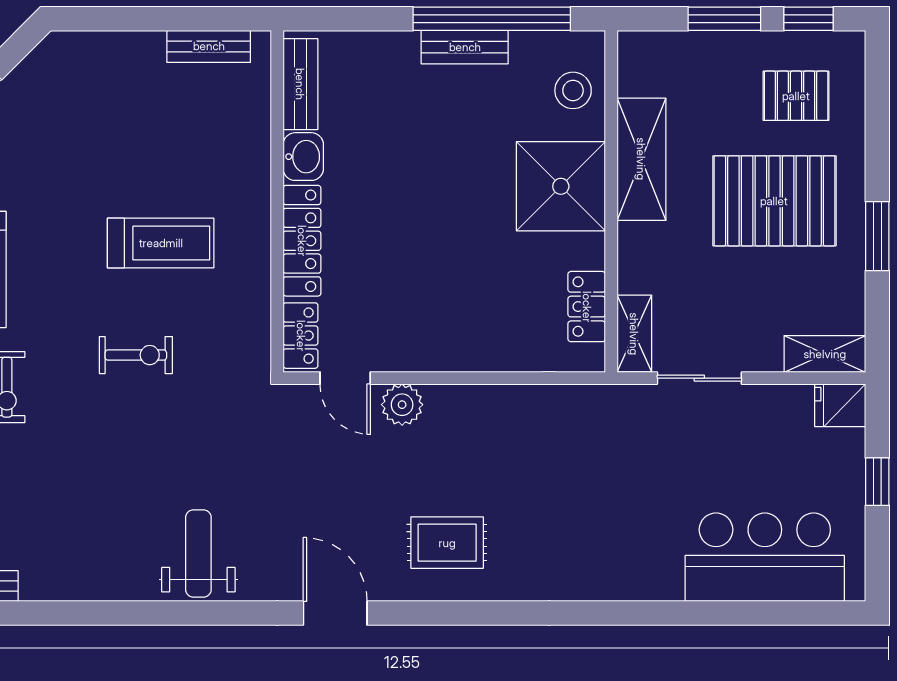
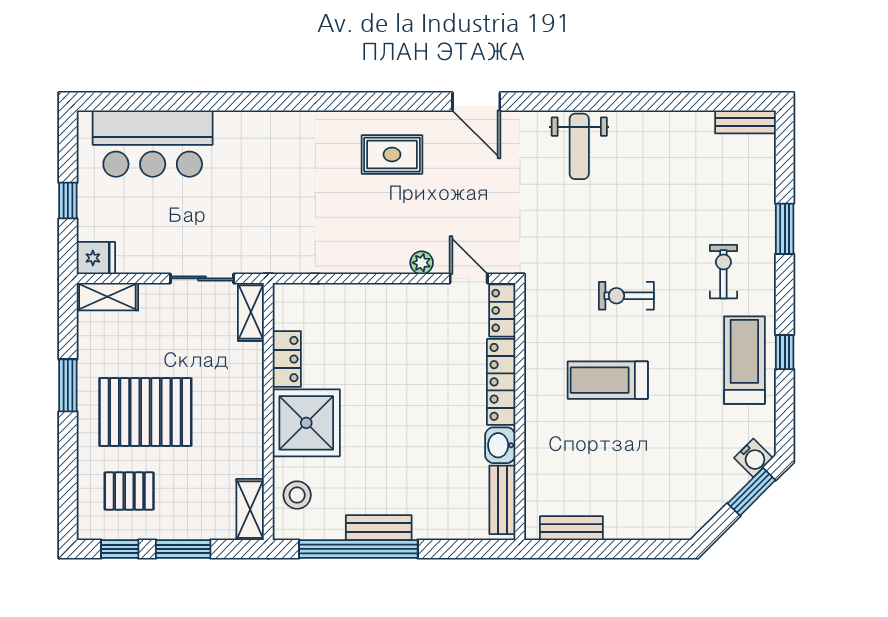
shelving: (641, 159) -> (250, 510), moved, width x0.67, depth x0.75
locker: (587, 307) -> (287, 359), moved
plant: (402, 405) -> (422, 263), width x0.73, depth x0.73

